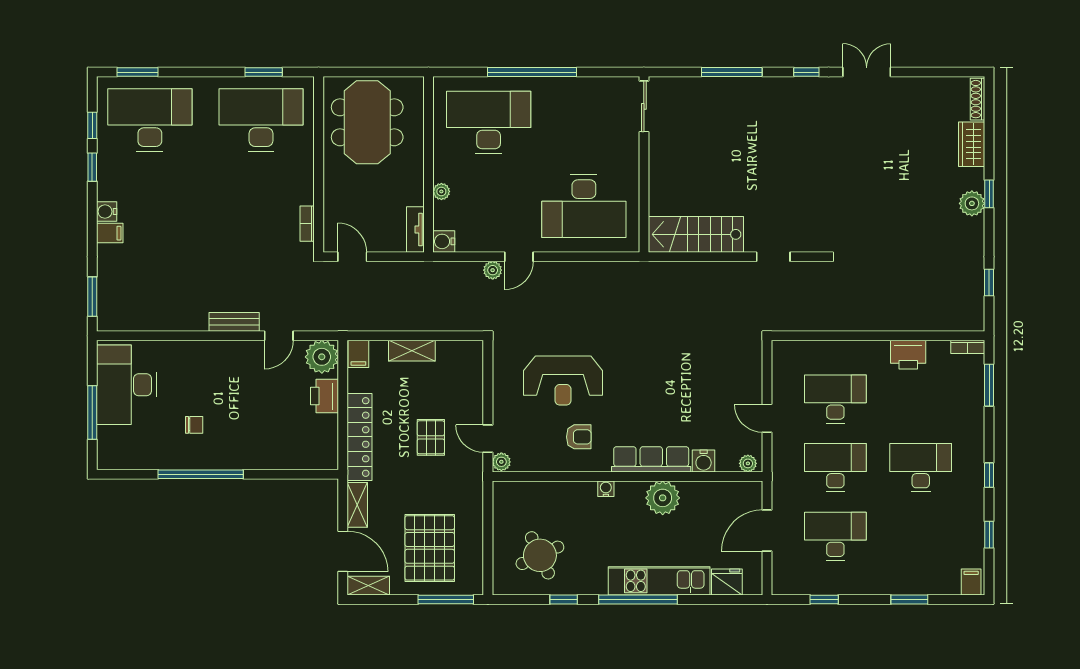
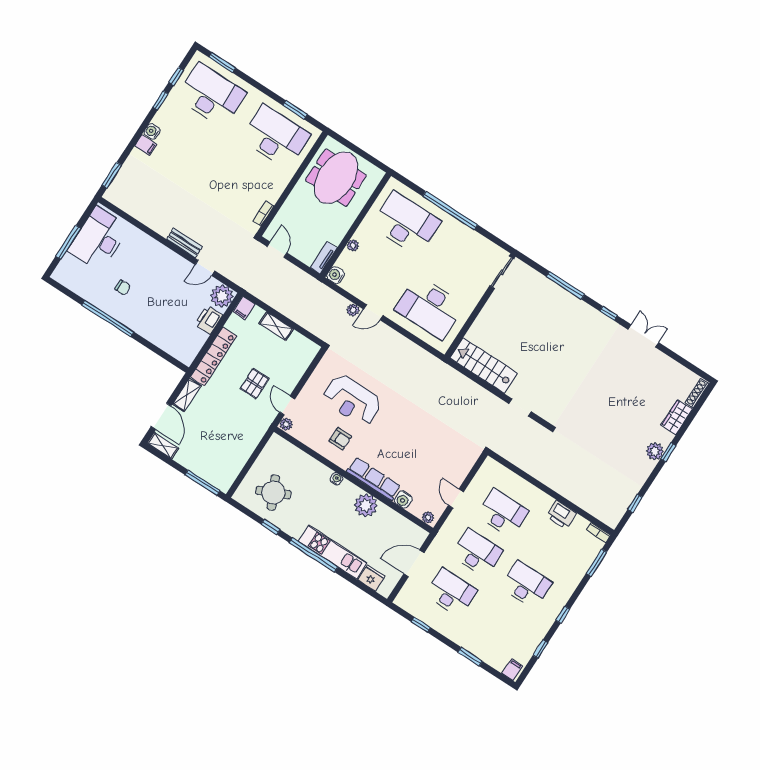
pallet: (430, 548) -> (213, 447), removed

